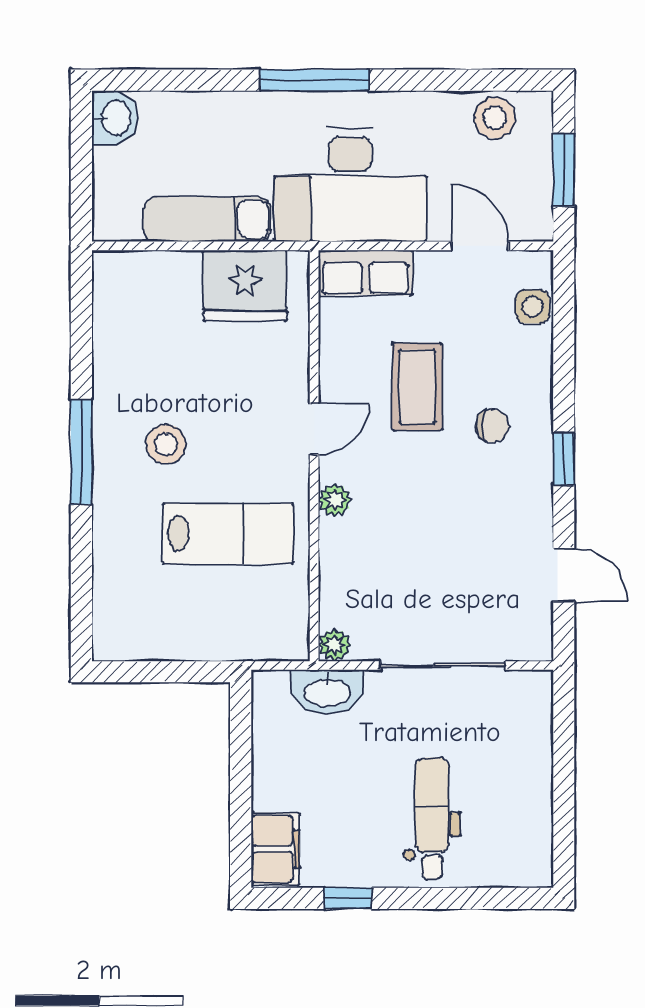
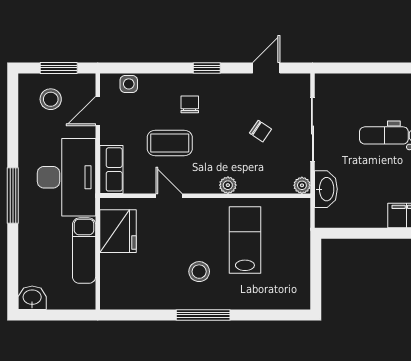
stool: (495, 118) -> (51, 99), moved
door: (314, 429) -> (169, 196), moved
chair: (441, 564) -> (260, 131), added

